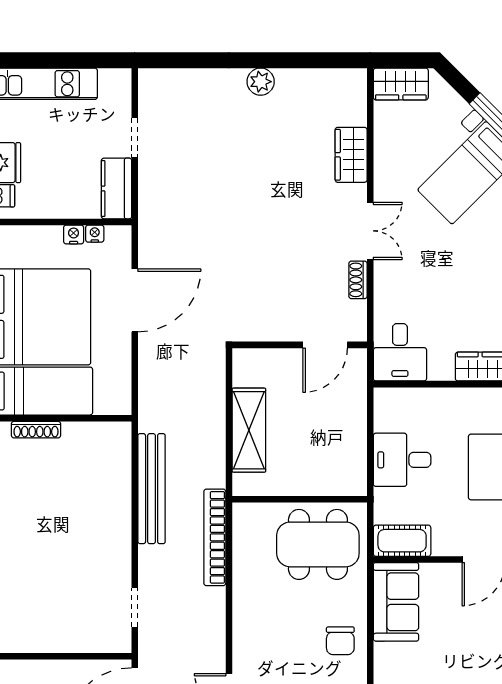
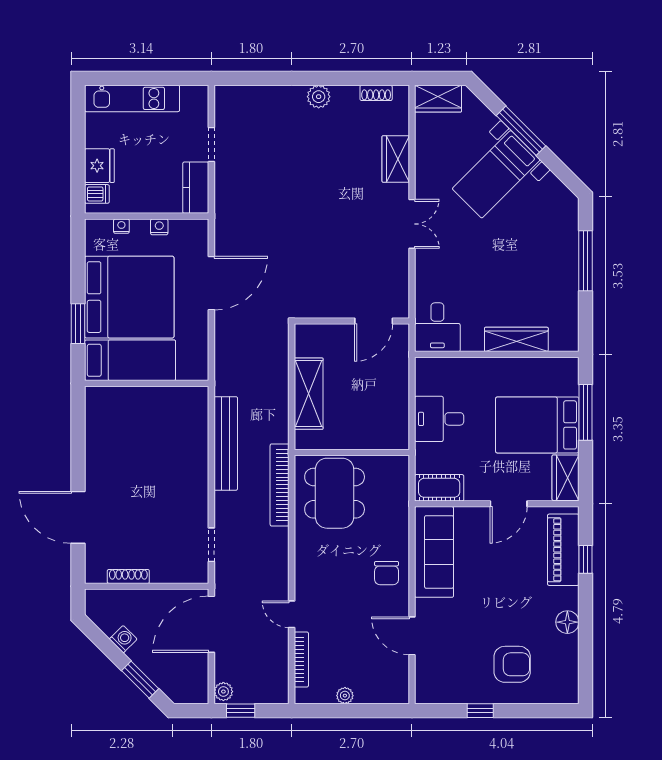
nightstand: (95, 234) -> (121, 226), moved
shoe rack: (358, 280) -> (376, 93), moved, turned -90
shoe rack: (36, 430) -> (128, 576), moved, turned 180
dining table: (318, 544) -> (335, 493), moved, turned 90
sofa: (396, 602) -> (434, 552), width x1.36

